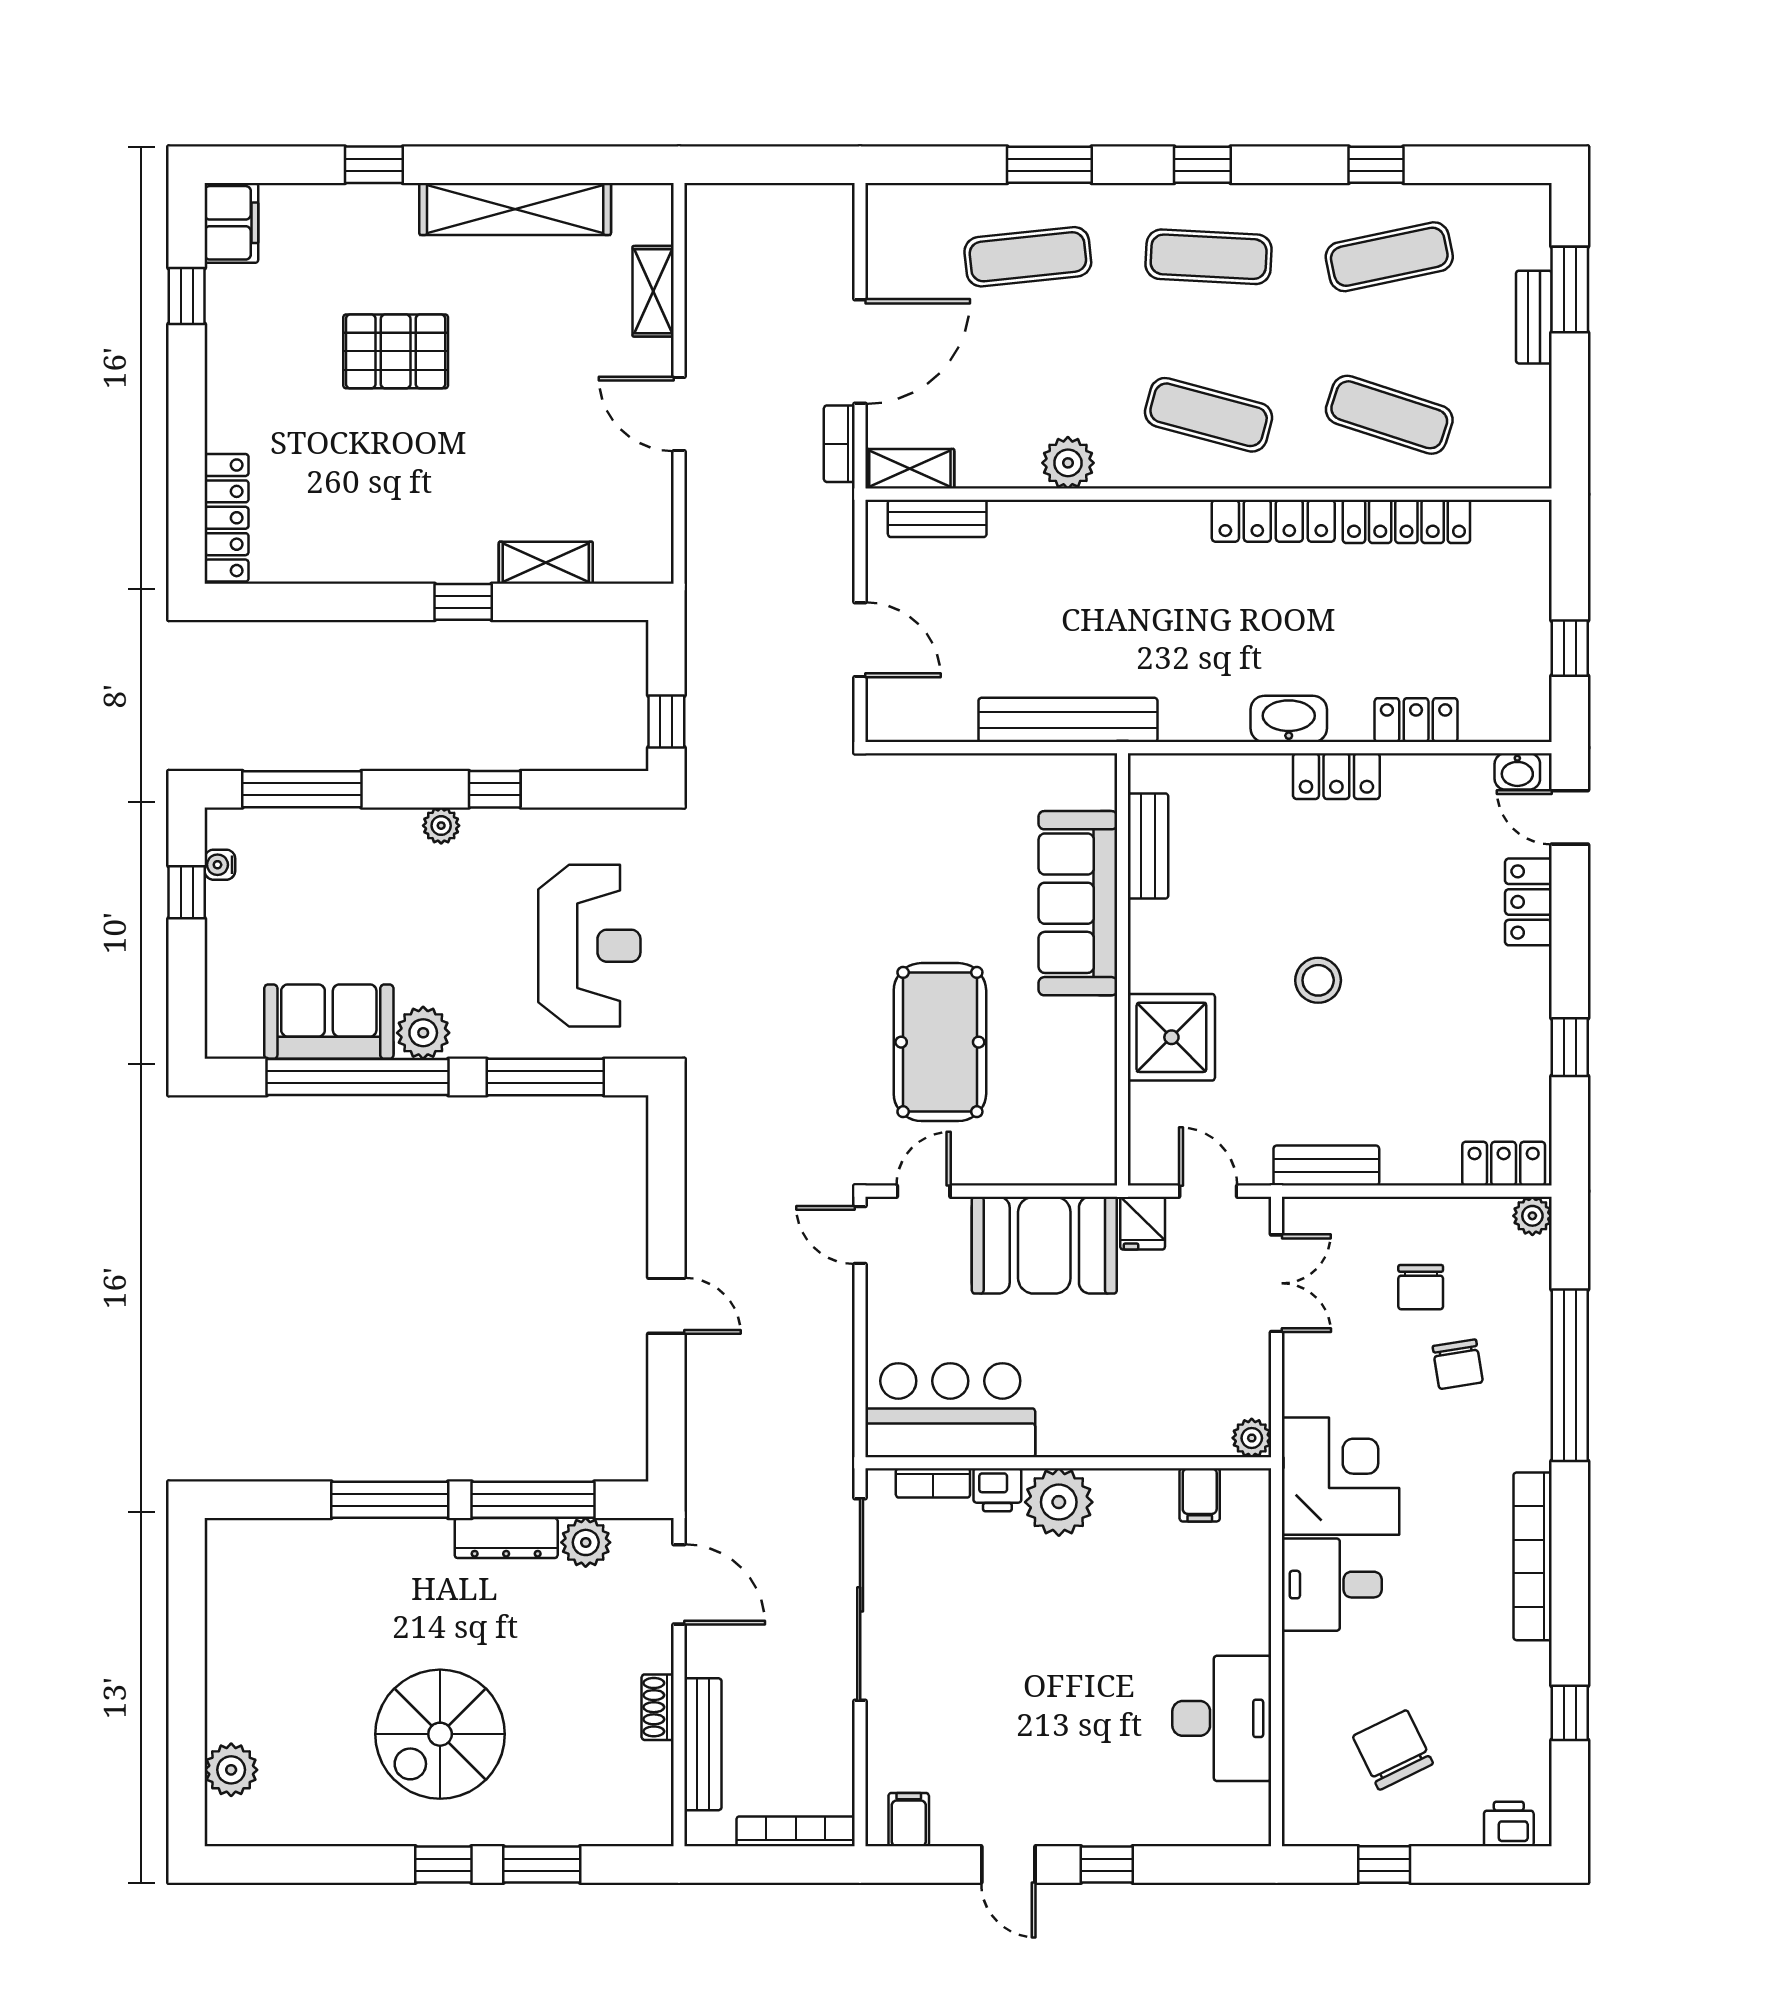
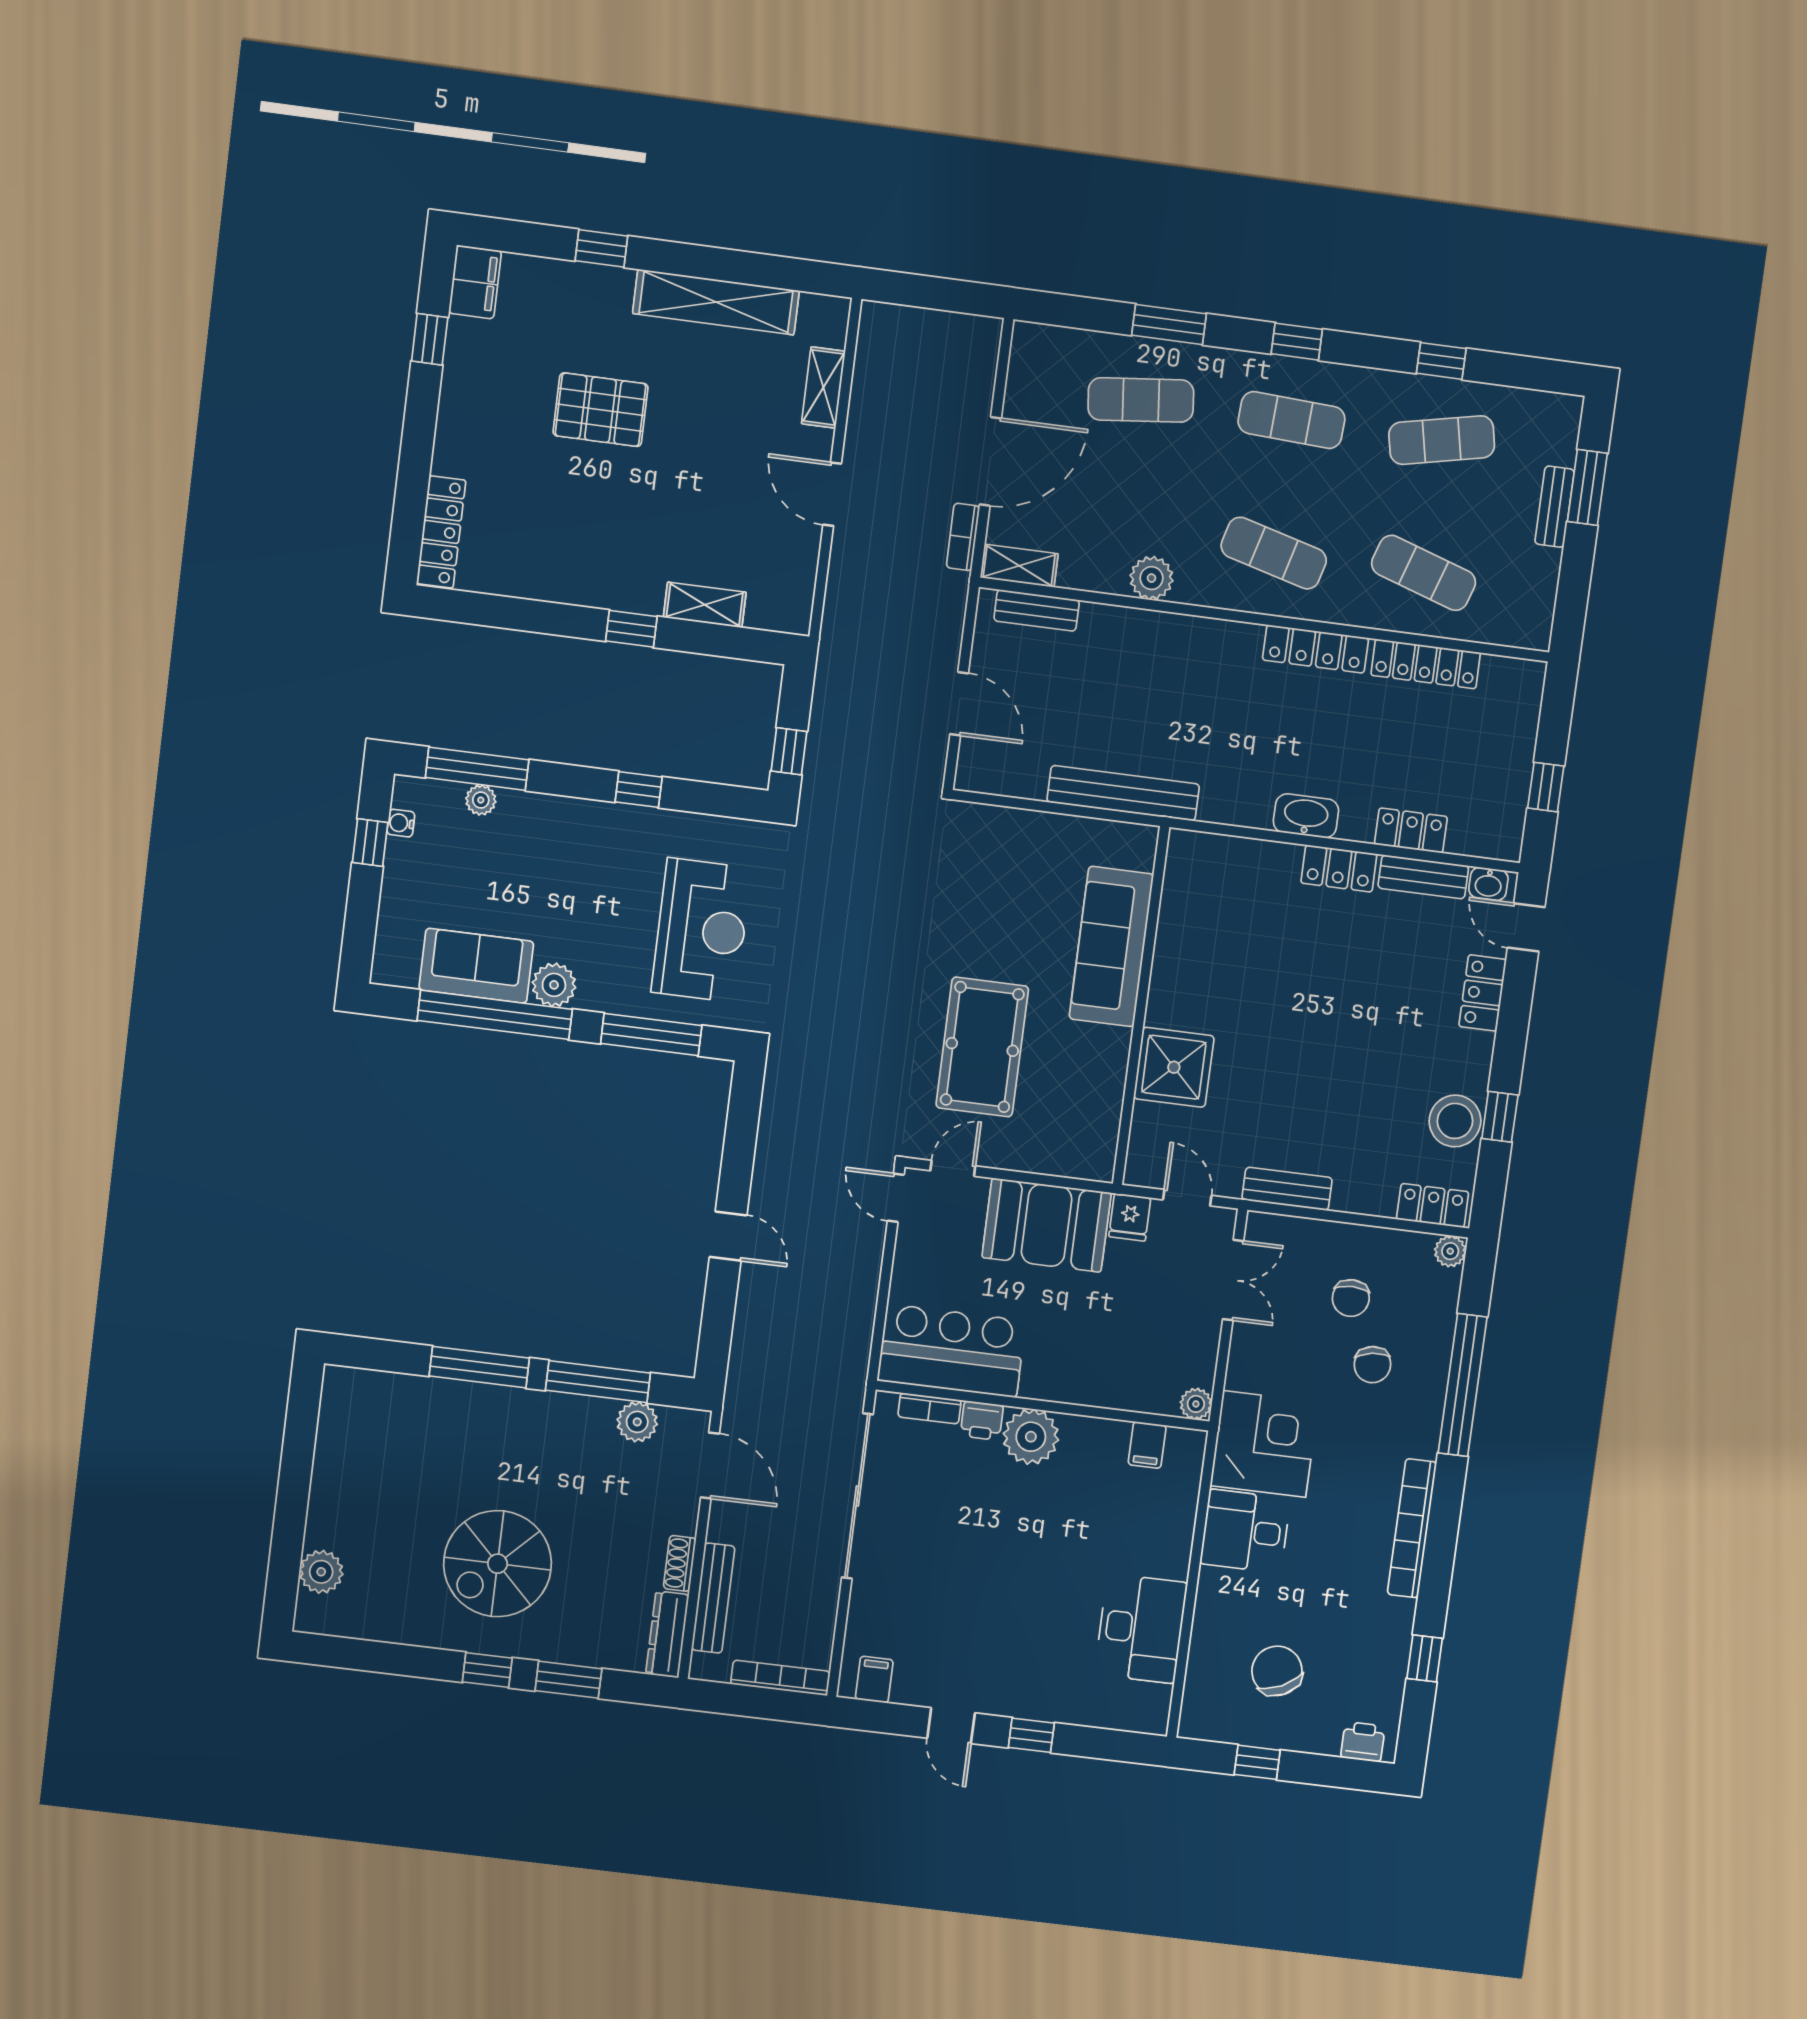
plant: (441, 826) -> (481, 800), moved
bench: (1148, 846) -> (1423, 877), moved, turned 90
stool: (1318, 980) -> (1455, 1121), moved, width x1.38, depth x1.38
dresser: (506, 1538) -> (667, 1634), moved, turned 90

